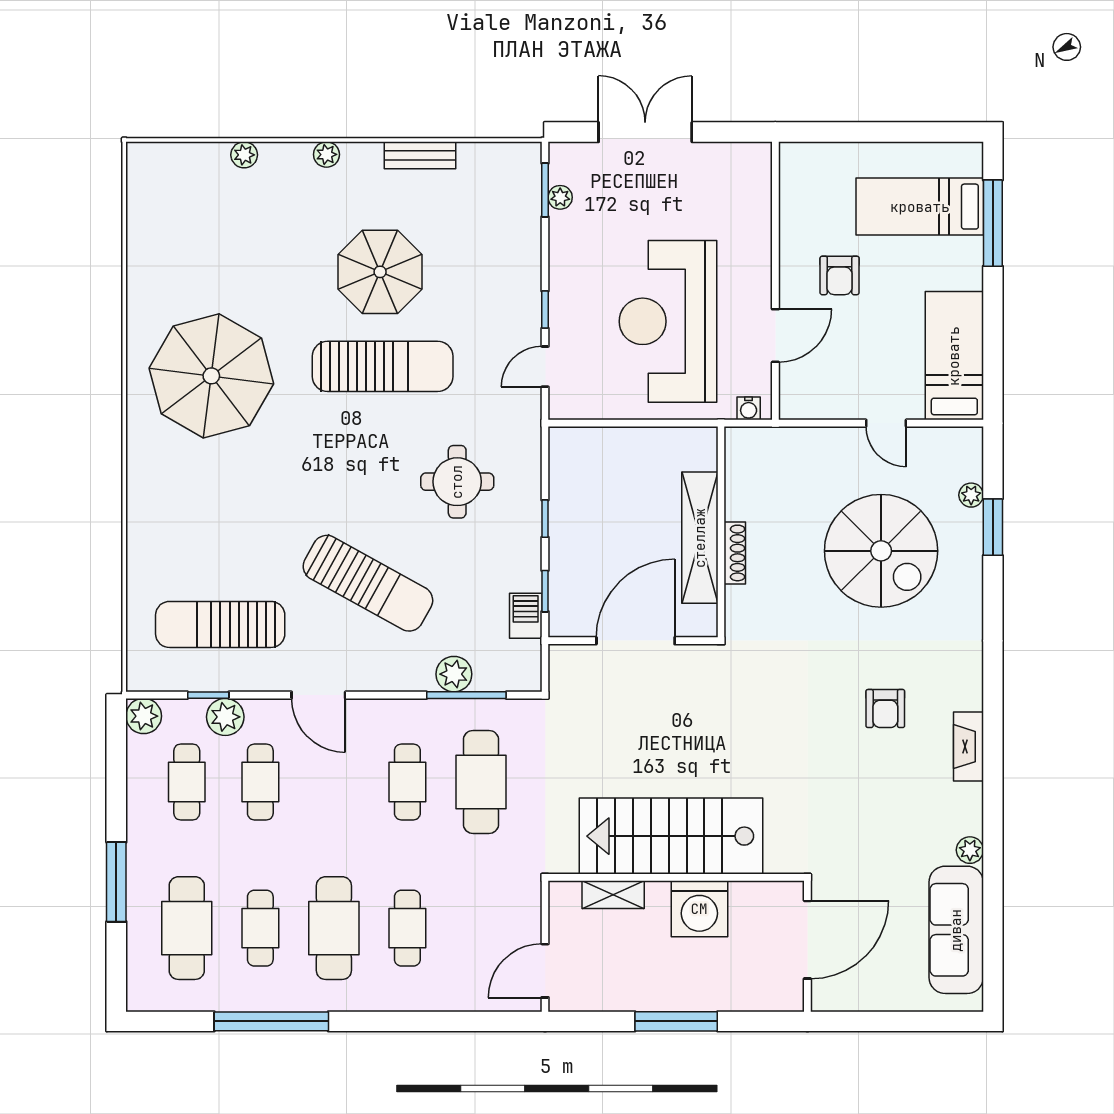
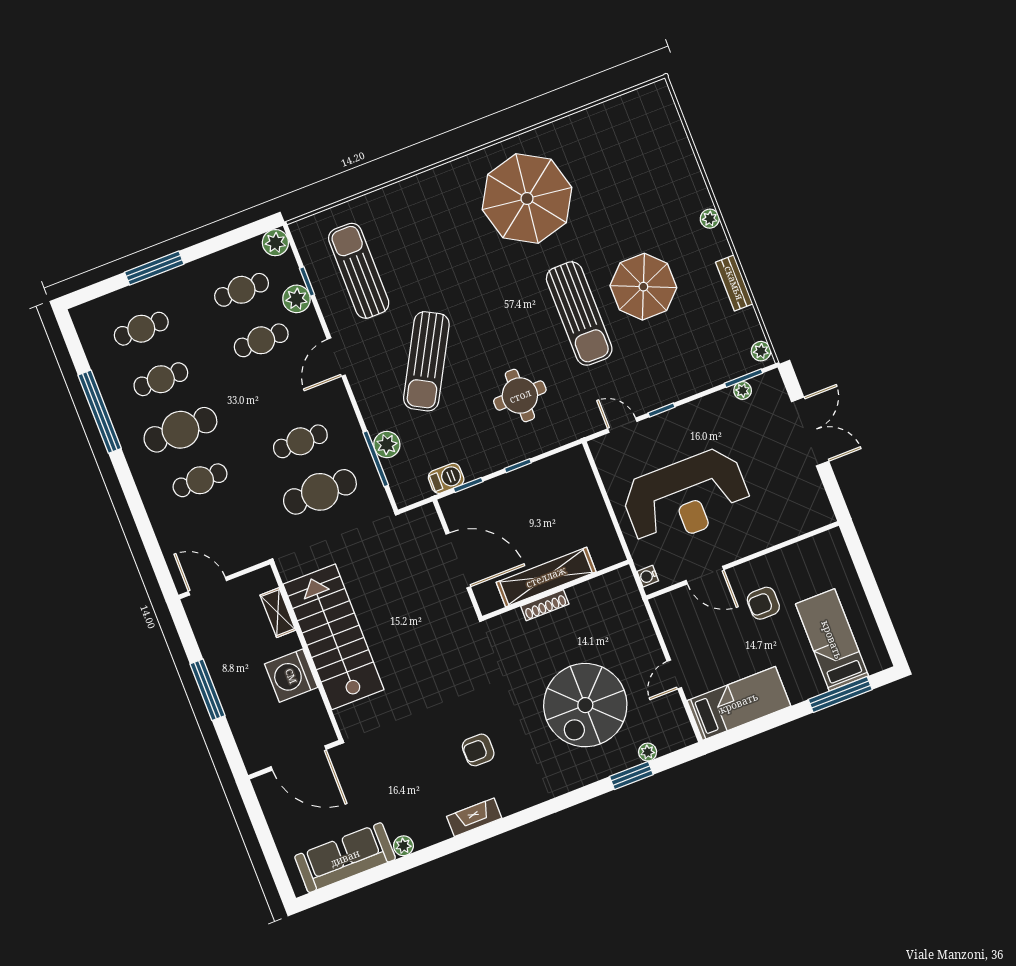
plant: (244, 155) -> (761, 351), moved
reception desk: (668, 321) -> (686, 498), turned 180
cafe table: (187, 928) -> (141, 329), width x0.73, depth x0.74

